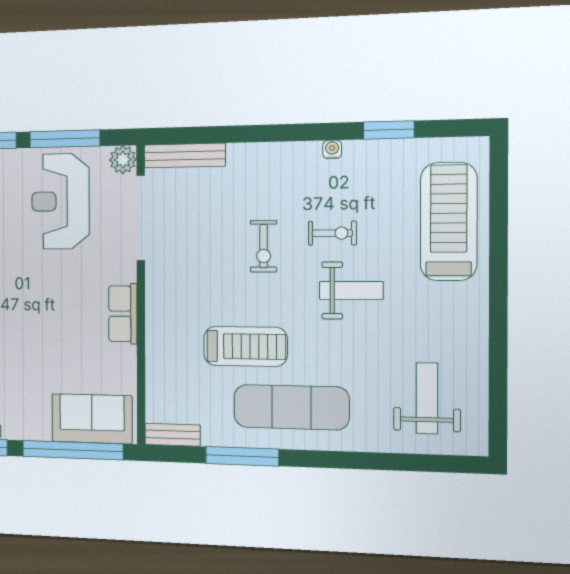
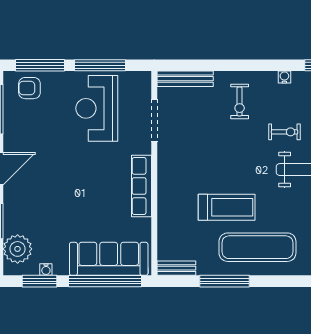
plant: (123, 160) -> (142, 80), removed
doorway: (141, 218) -> (154, 121), width x0.73
exercise bike: (264, 246) -> (240, 101), moved
row of seats: (123, 314) -> (141, 186), width x1.48
sofa: (92, 419) -> (109, 259), width x1.36

